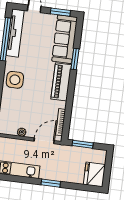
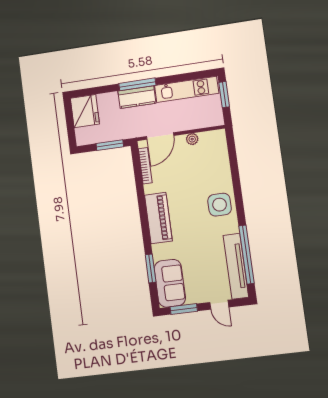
sofa: (65, 39) -> (170, 283), width x0.73
window: (75, 59) -> (151, 268), moved
kitchen counter: (53, 174) -> (137, 97), added
window: (51, 183) -> (137, 84), width x1.44

